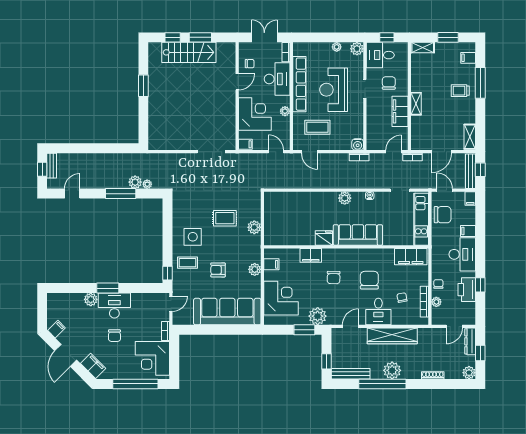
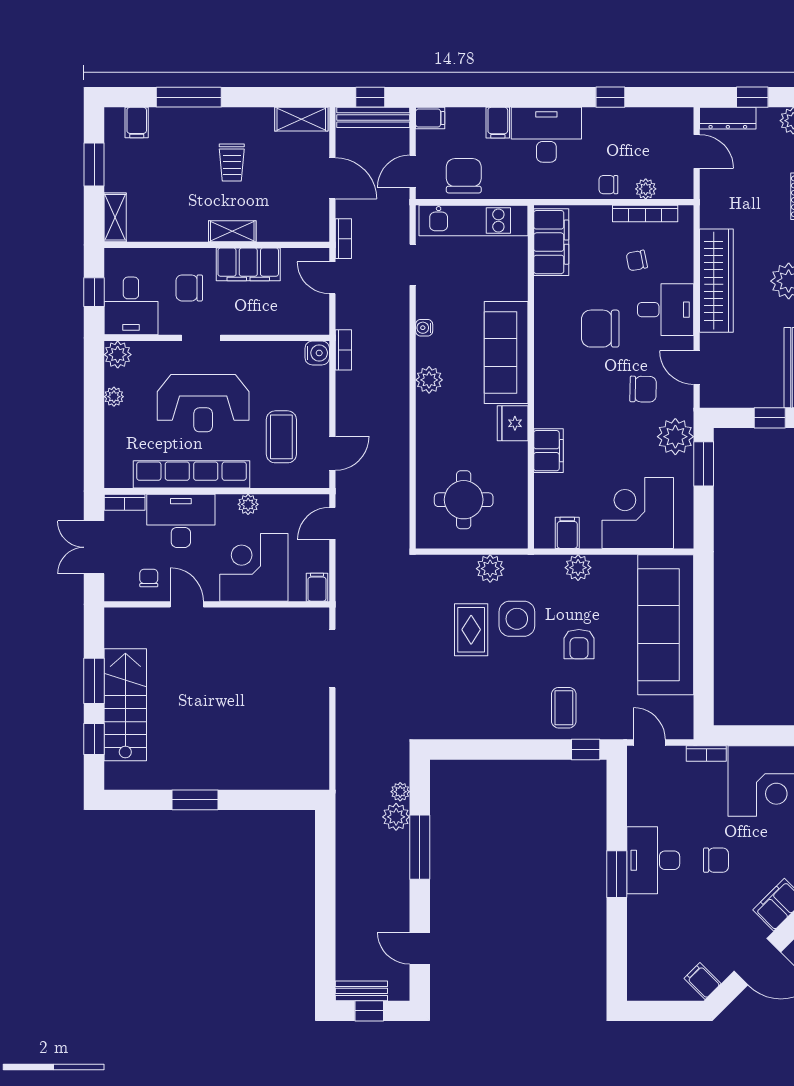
trolley: (460, 91) -> (232, 162), moved
round table: (287, 215) -> (464, 500), added
side table: (193, 237) -> (517, 619), moved
chair: (334, 278) -> (643, 389), moved
printer: (467, 290) -> (620, 125), removed
plant: (91, 299) -> (641, 910), removed

